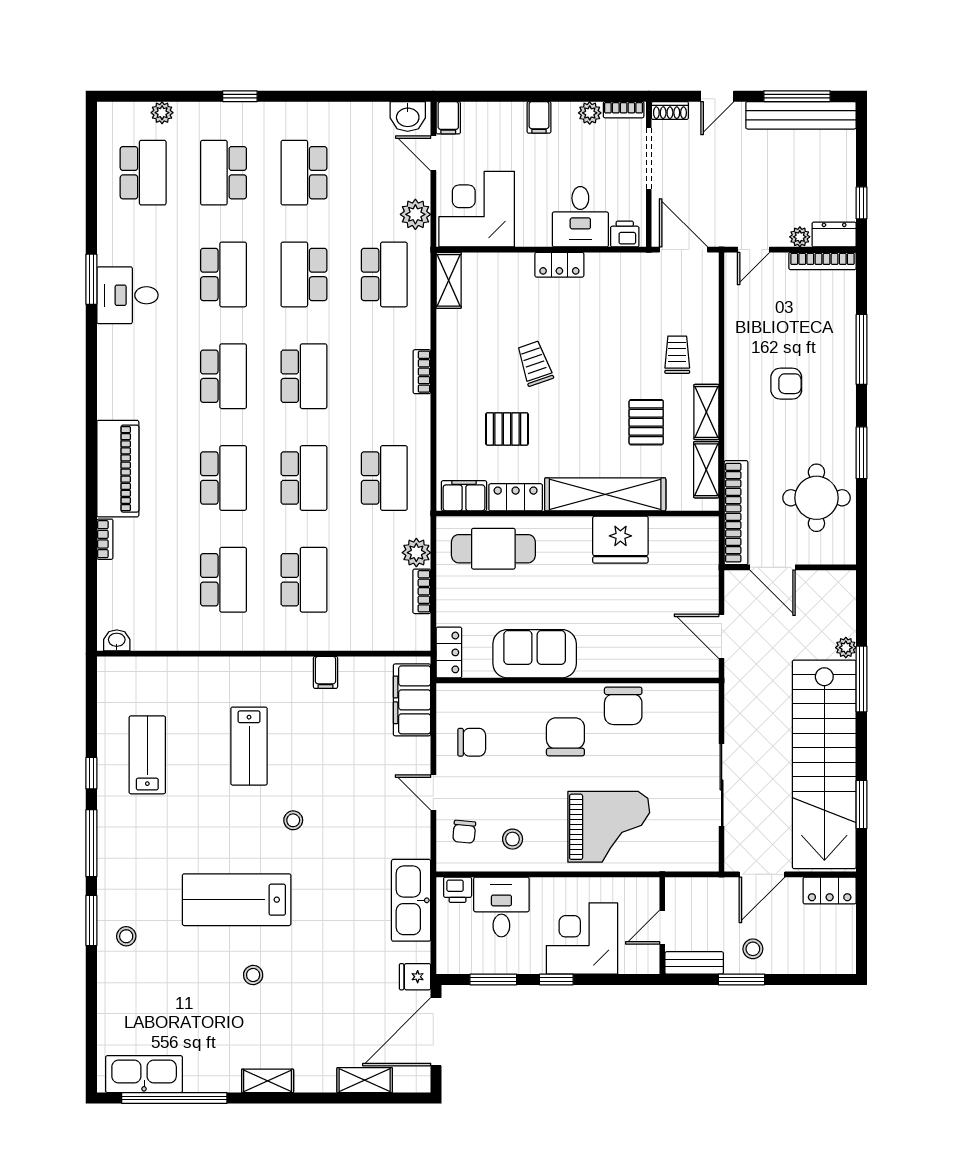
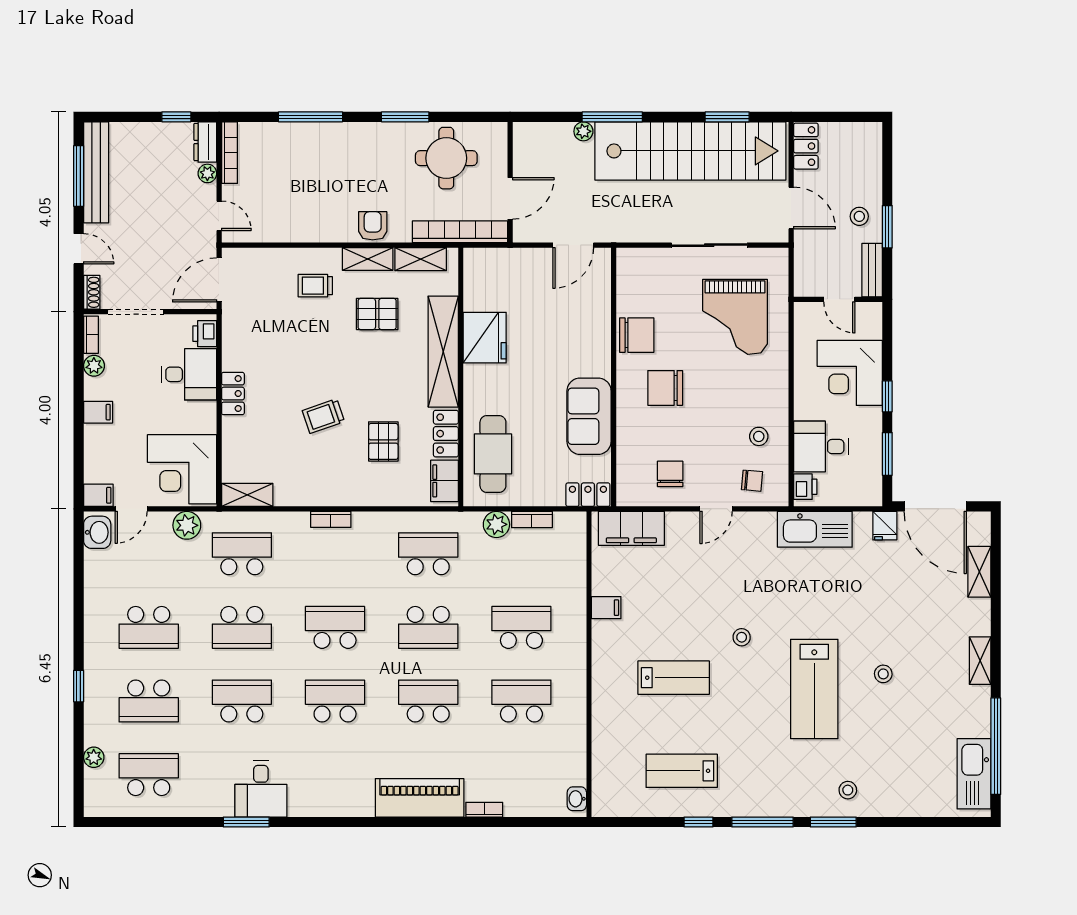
armchair: (786, 384) -> (373, 226), moved
school desk: (304, 478) -> (428, 627), turned 180
grand piano: (609, 827) -> (735, 317), moved, turned 180

